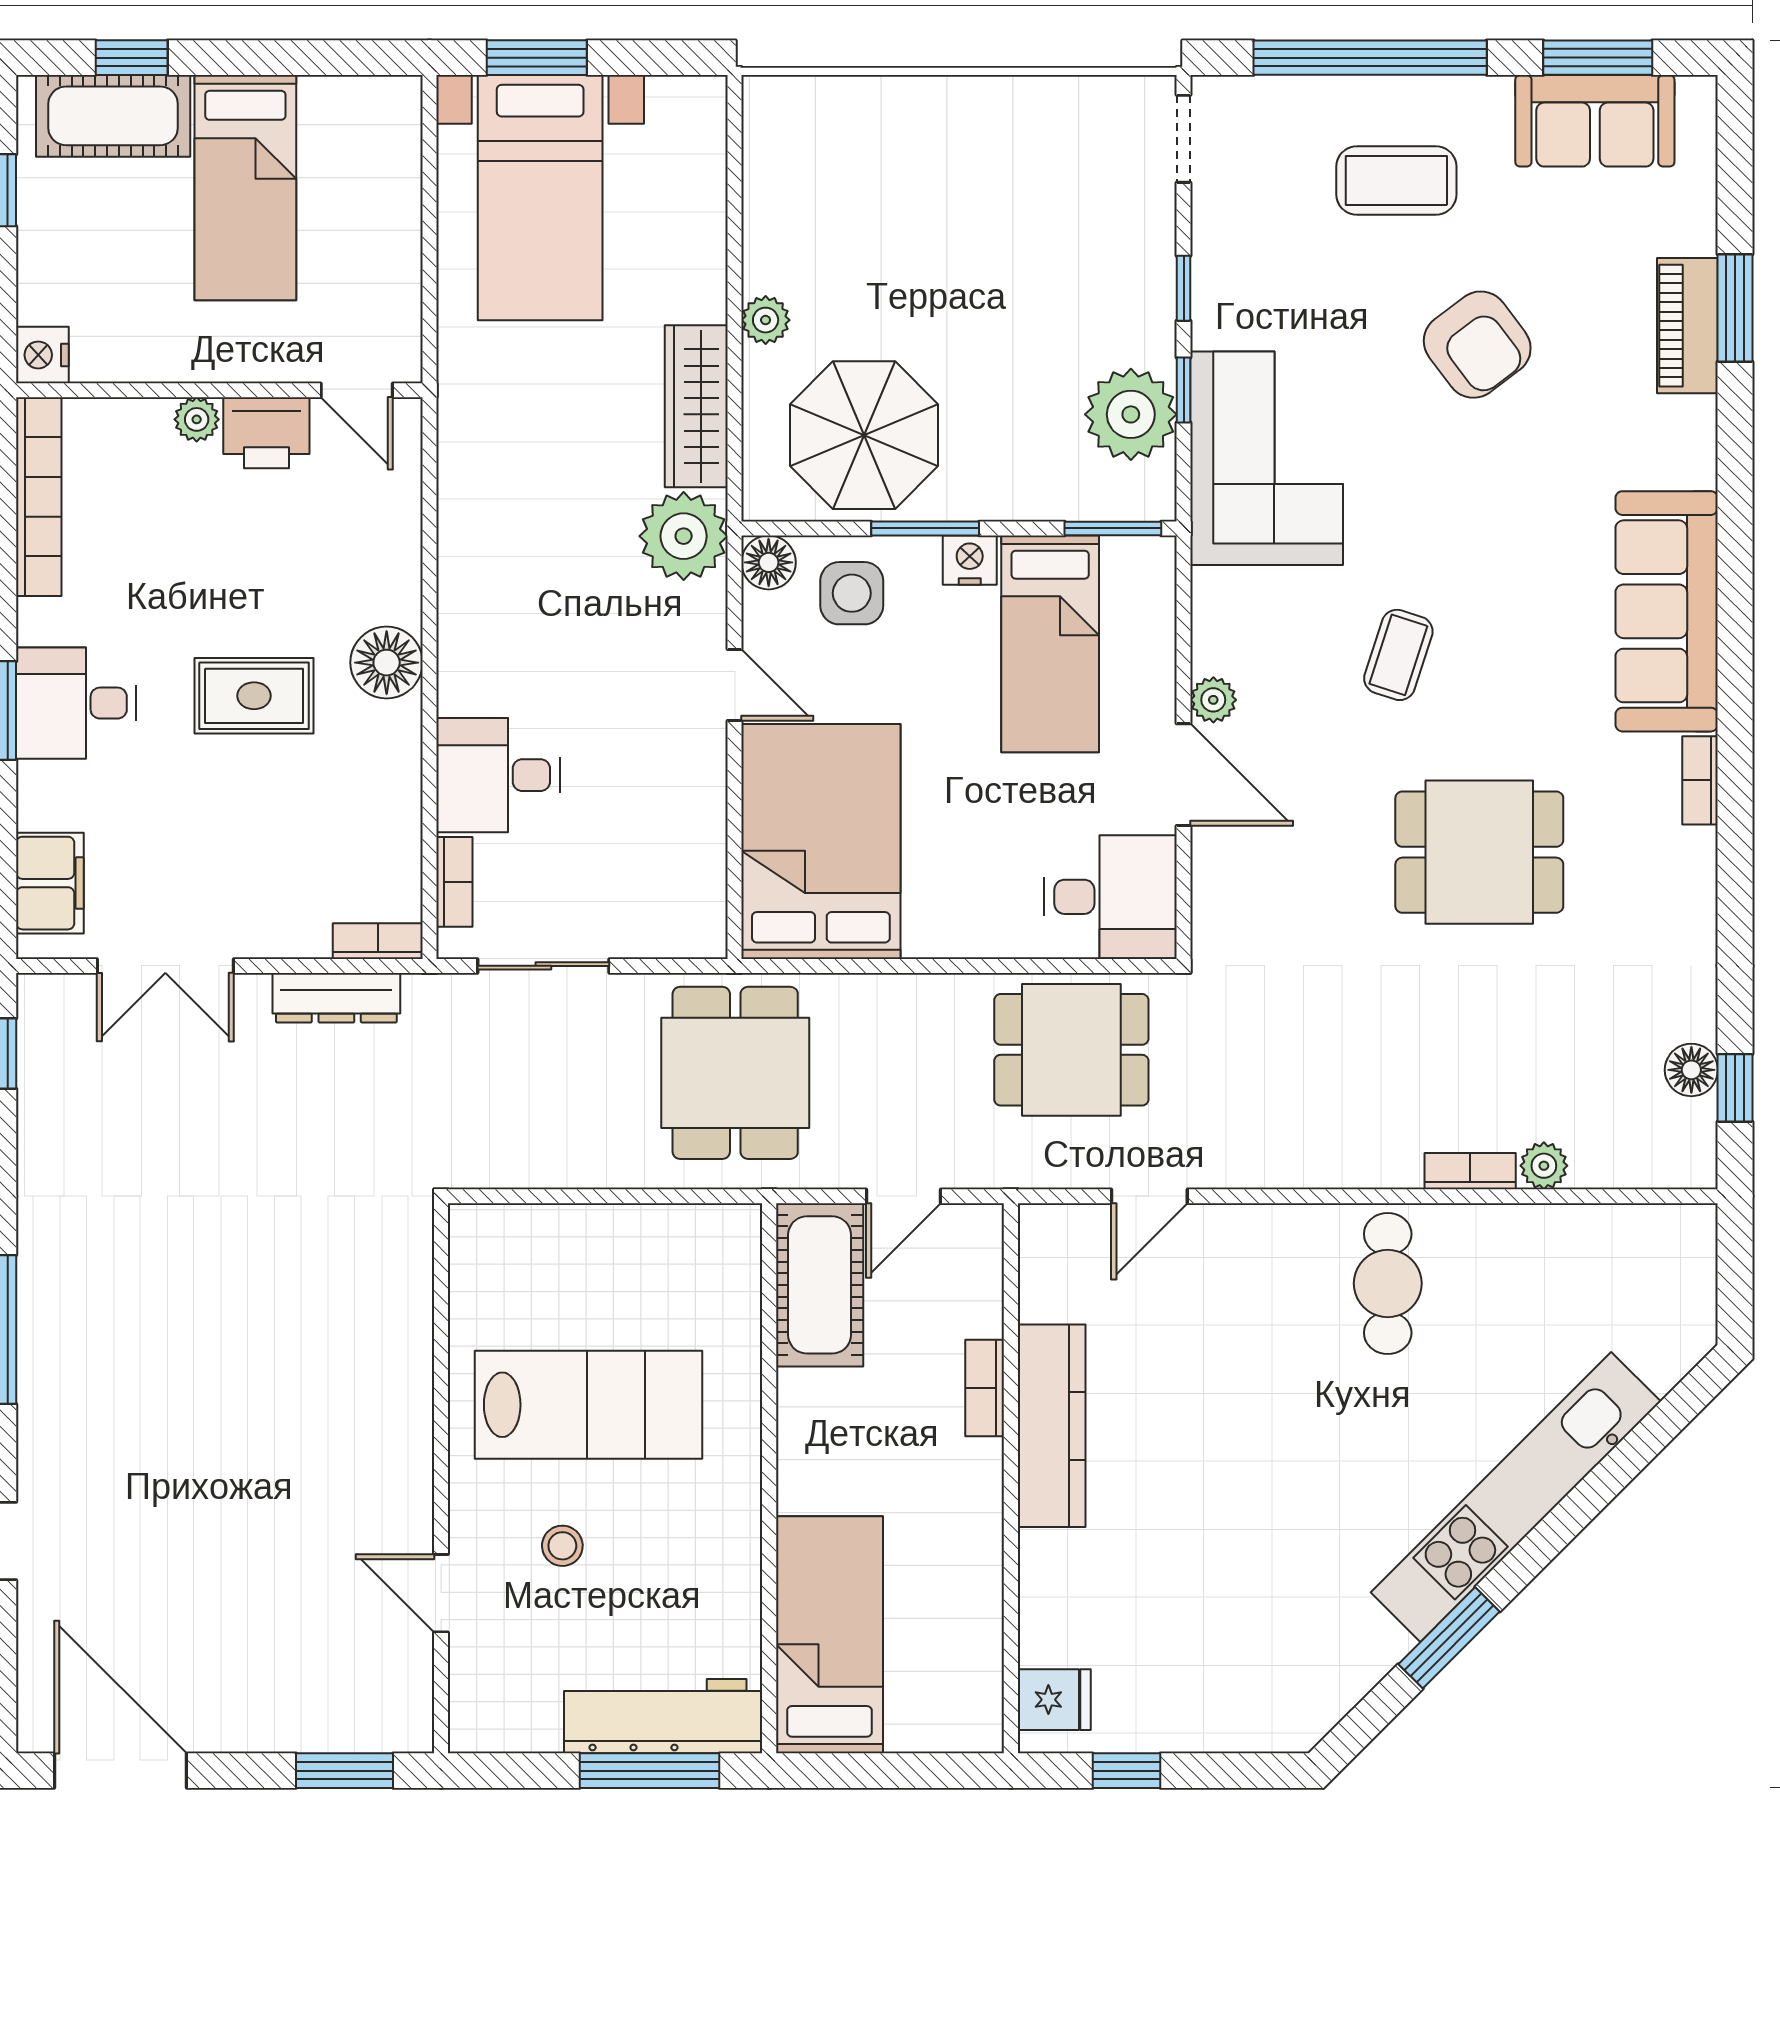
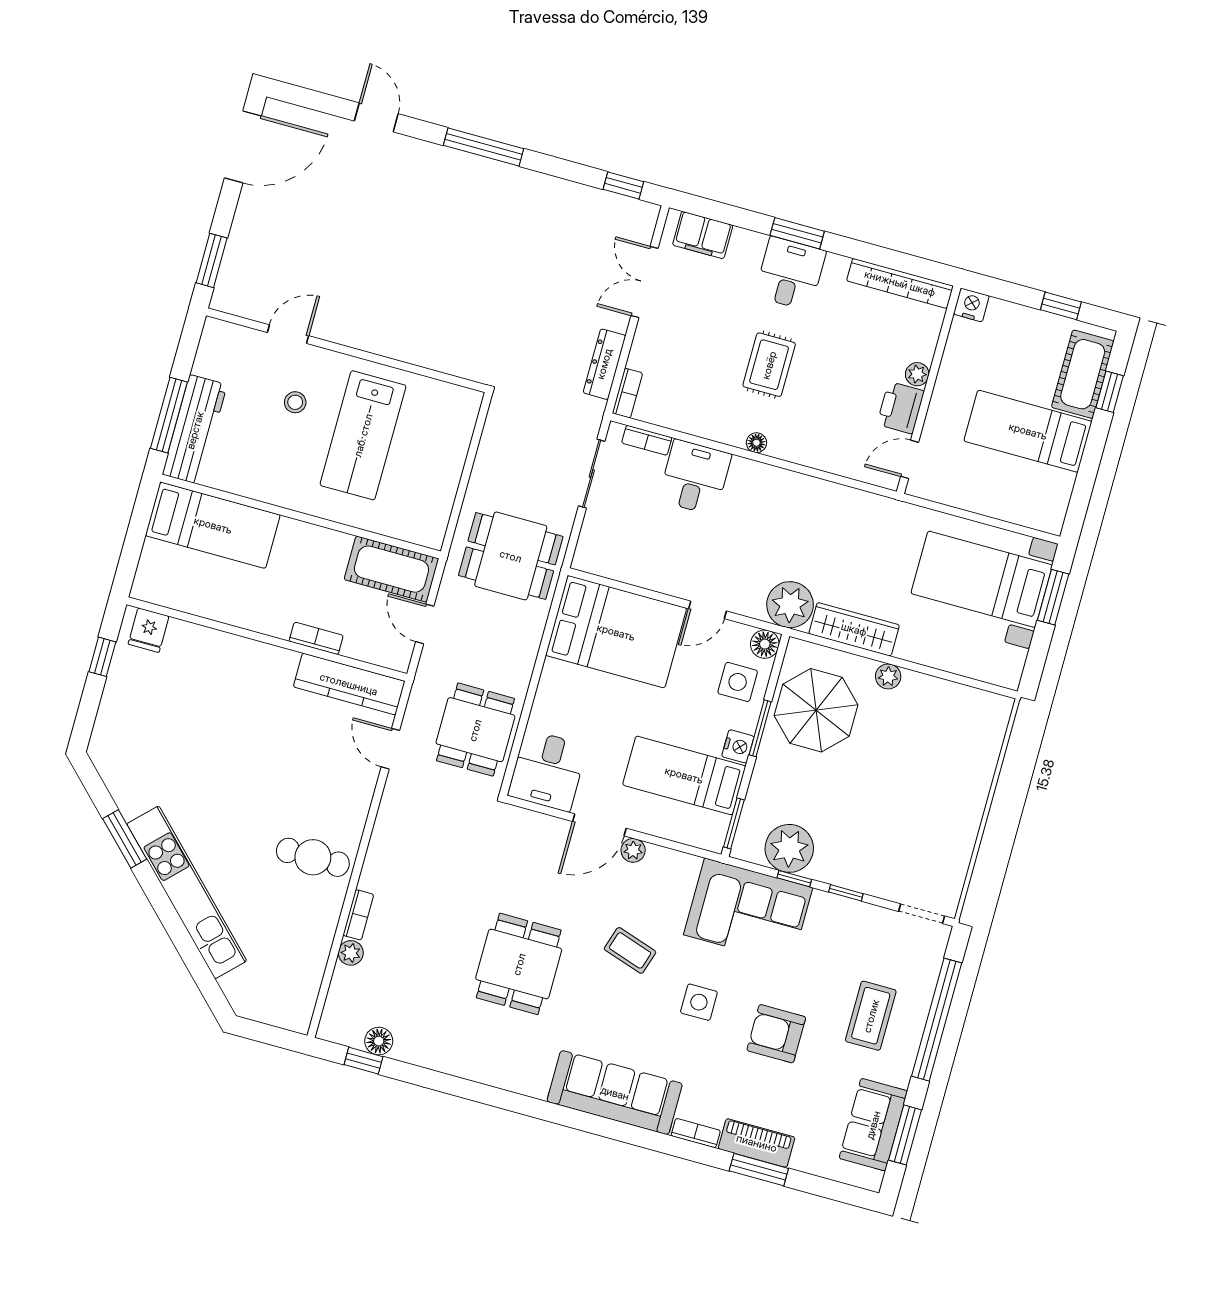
armchair: (1477, 345) -> (776, 1034), turned 37
side table: (1458, 502) -> (699, 1002), added
floor lamp: (387, 663) -> (756, 443), width x0.53, depth x0.53
bookcase: (1700, 780) -> (696, 1133), moved
kitchen counter: (1052, 1426) -> (349, 684), moved

